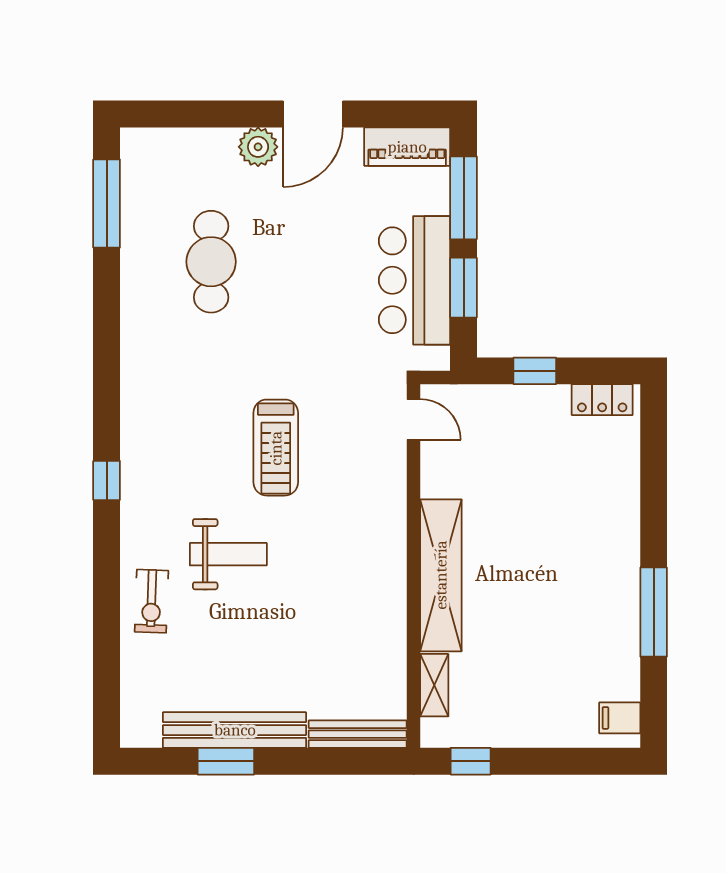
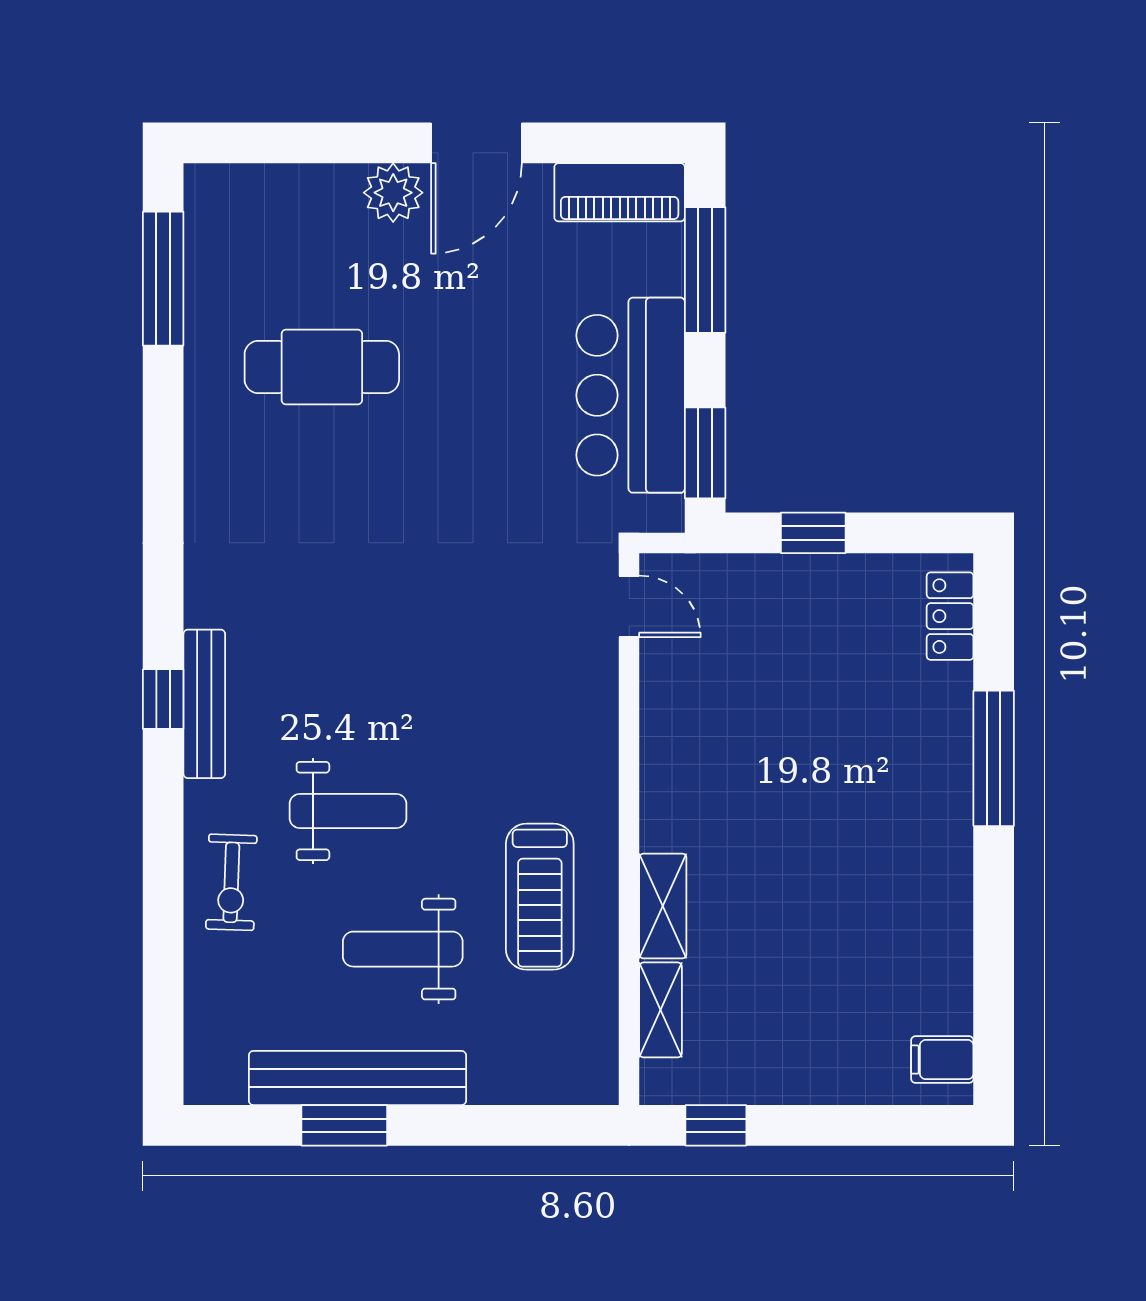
cafe table: (211, 262) -> (322, 367), turned 90
window: (464, 288) -> (705, 453), moved
locker: (602, 400) -> (950, 616), moved, turned 90
treadmill: (276, 448) -> (540, 897), moved
shelving: (441, 575) -> (663, 906), width x0.45, depth x0.75
window: (654, 612) -> (994, 758), moved
weight bench: (264, 645) -> (403, 949), added
bench: (358, 734) -> (204, 704), moved, turned 90

